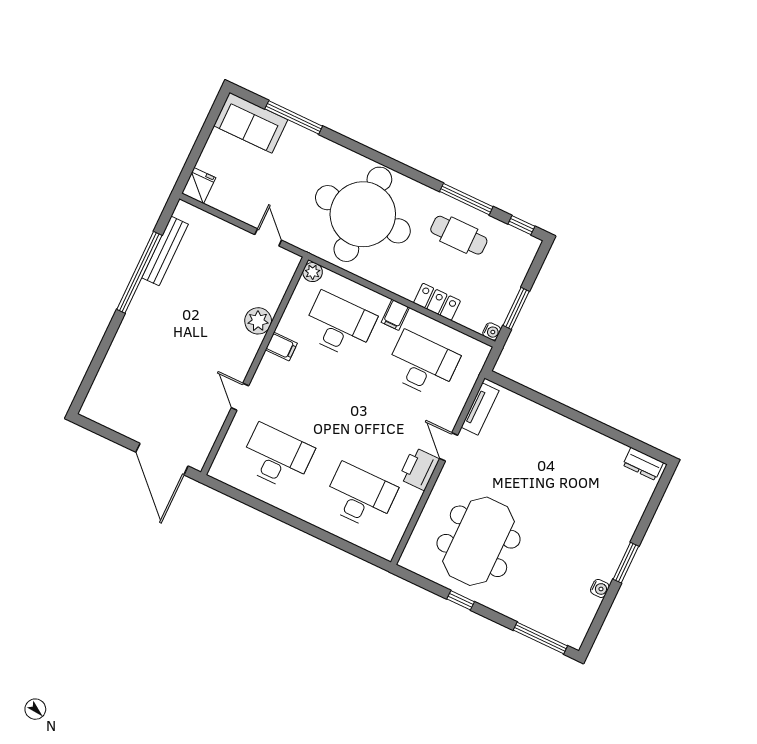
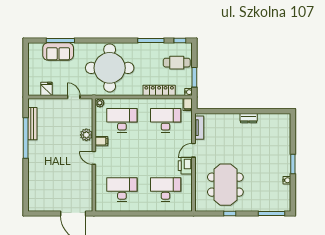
sofa: (251, 123) -> (58, 51), moved
fridge: (199, 186) -> (46, 89), moved
cafe table: (459, 235) -> (177, 63), moved
locker: (437, 302) -> (159, 90), width x1.53
filing cabinet: (395, 315) -> (188, 104), moved
door: (240, 397) -> (94, 158), moved
door: (449, 447) -> (194, 150), hinge flipped
dresser: (643, 464) -> (249, 118), moved

